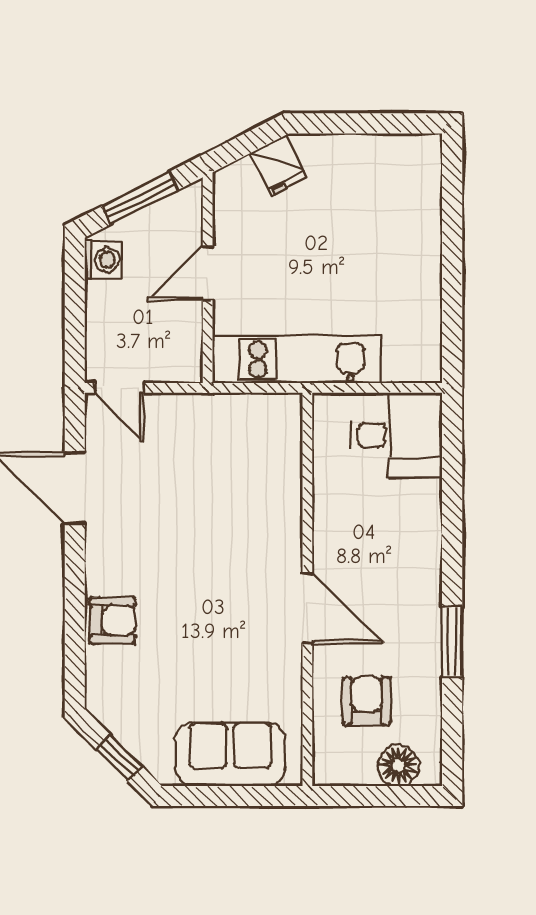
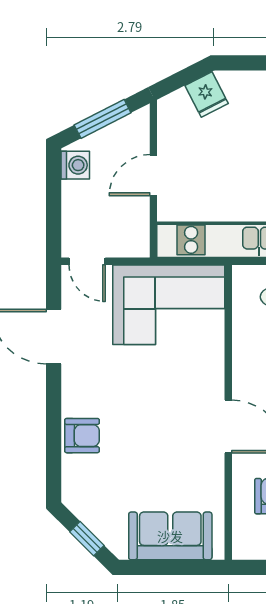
corner sofa: (228, 446) -> (169, 305), added

